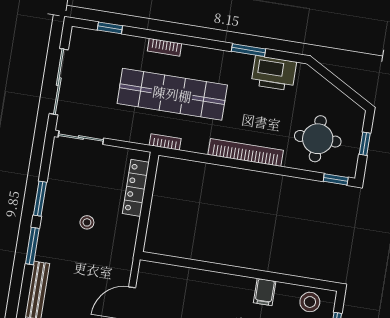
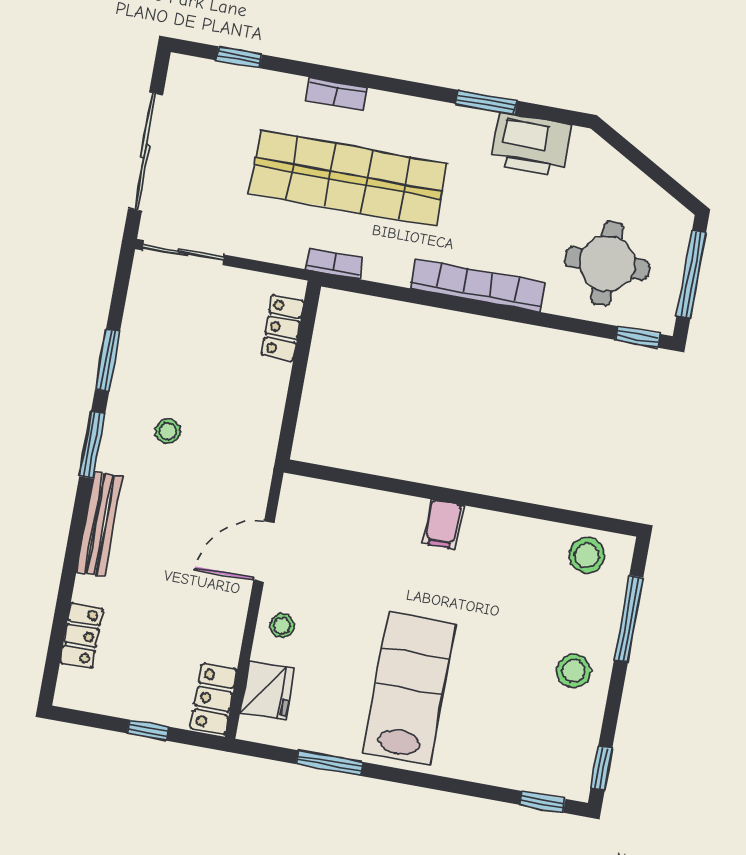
window: (365, 144) -> (691, 274), width x2.17
locker: (136, 188) -> (283, 328), width x0.66
stool: (87, 222) -> (168, 431), moved
filing cabinet: (265, 292) -> (443, 524), moved

